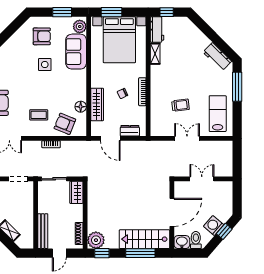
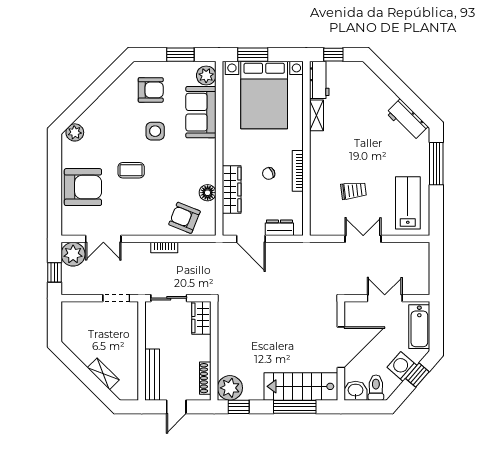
coffee table: (39, 115) -> (131, 170), moved
bathtub: (226, 198) -> (419, 327), added

